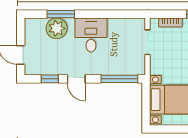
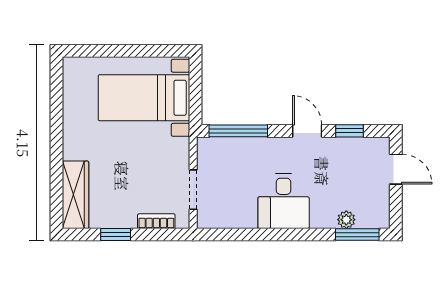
window: (61, 14) -> (357, 235), moved
plant: (57, 28) -> (346, 220), width x0.53, depth x0.53

